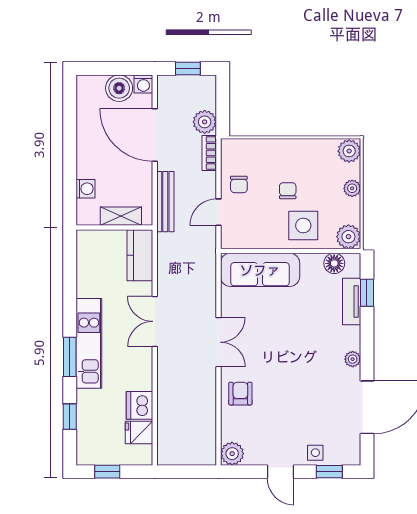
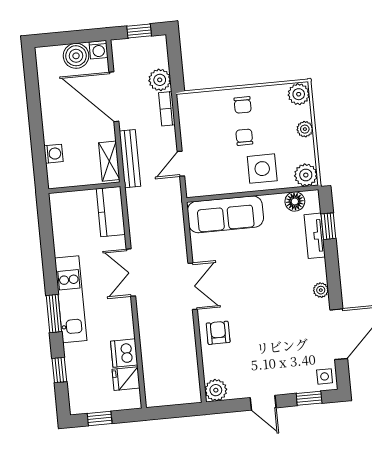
chair: (239, 184) -> (243, 105), moved
shelving: (121, 216) -> (109, 161), moved, turned 90
side table: (315, 453) -> (325, 376), moved

